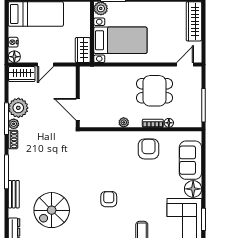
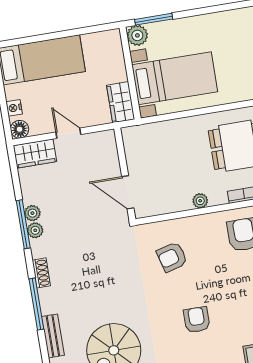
door: (46, 64) -> (68, 133), swing flipped
plant: (18, 108) -> (32, 213), width x0.53, depth x0.53
shoe rack: (13, 139) -> (41, 273), moved
armchair: (99, 156) -> (172, 257), added

